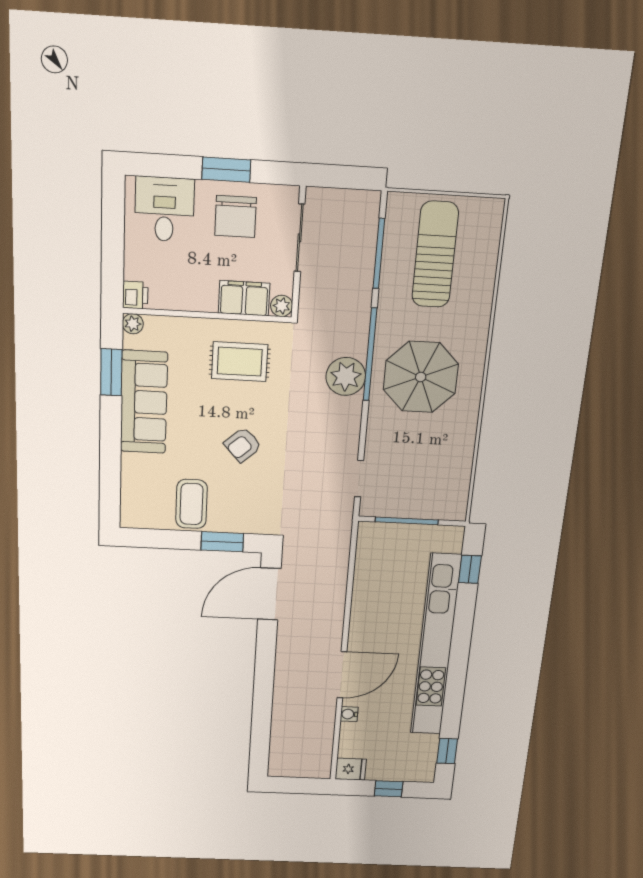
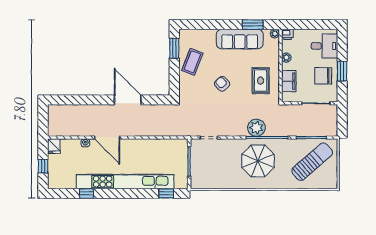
sun lounger: (435, 255) -> (312, 162), turned -41
plant: (282, 306) -> (286, 58), moved
coffee table: (192, 504) -> (192, 62), turned -69
window: (222, 542) -> (174, 48), moved
door: (269, 594) -> (128, 100), moved
window: (447, 751) -> (86, 193), moved

